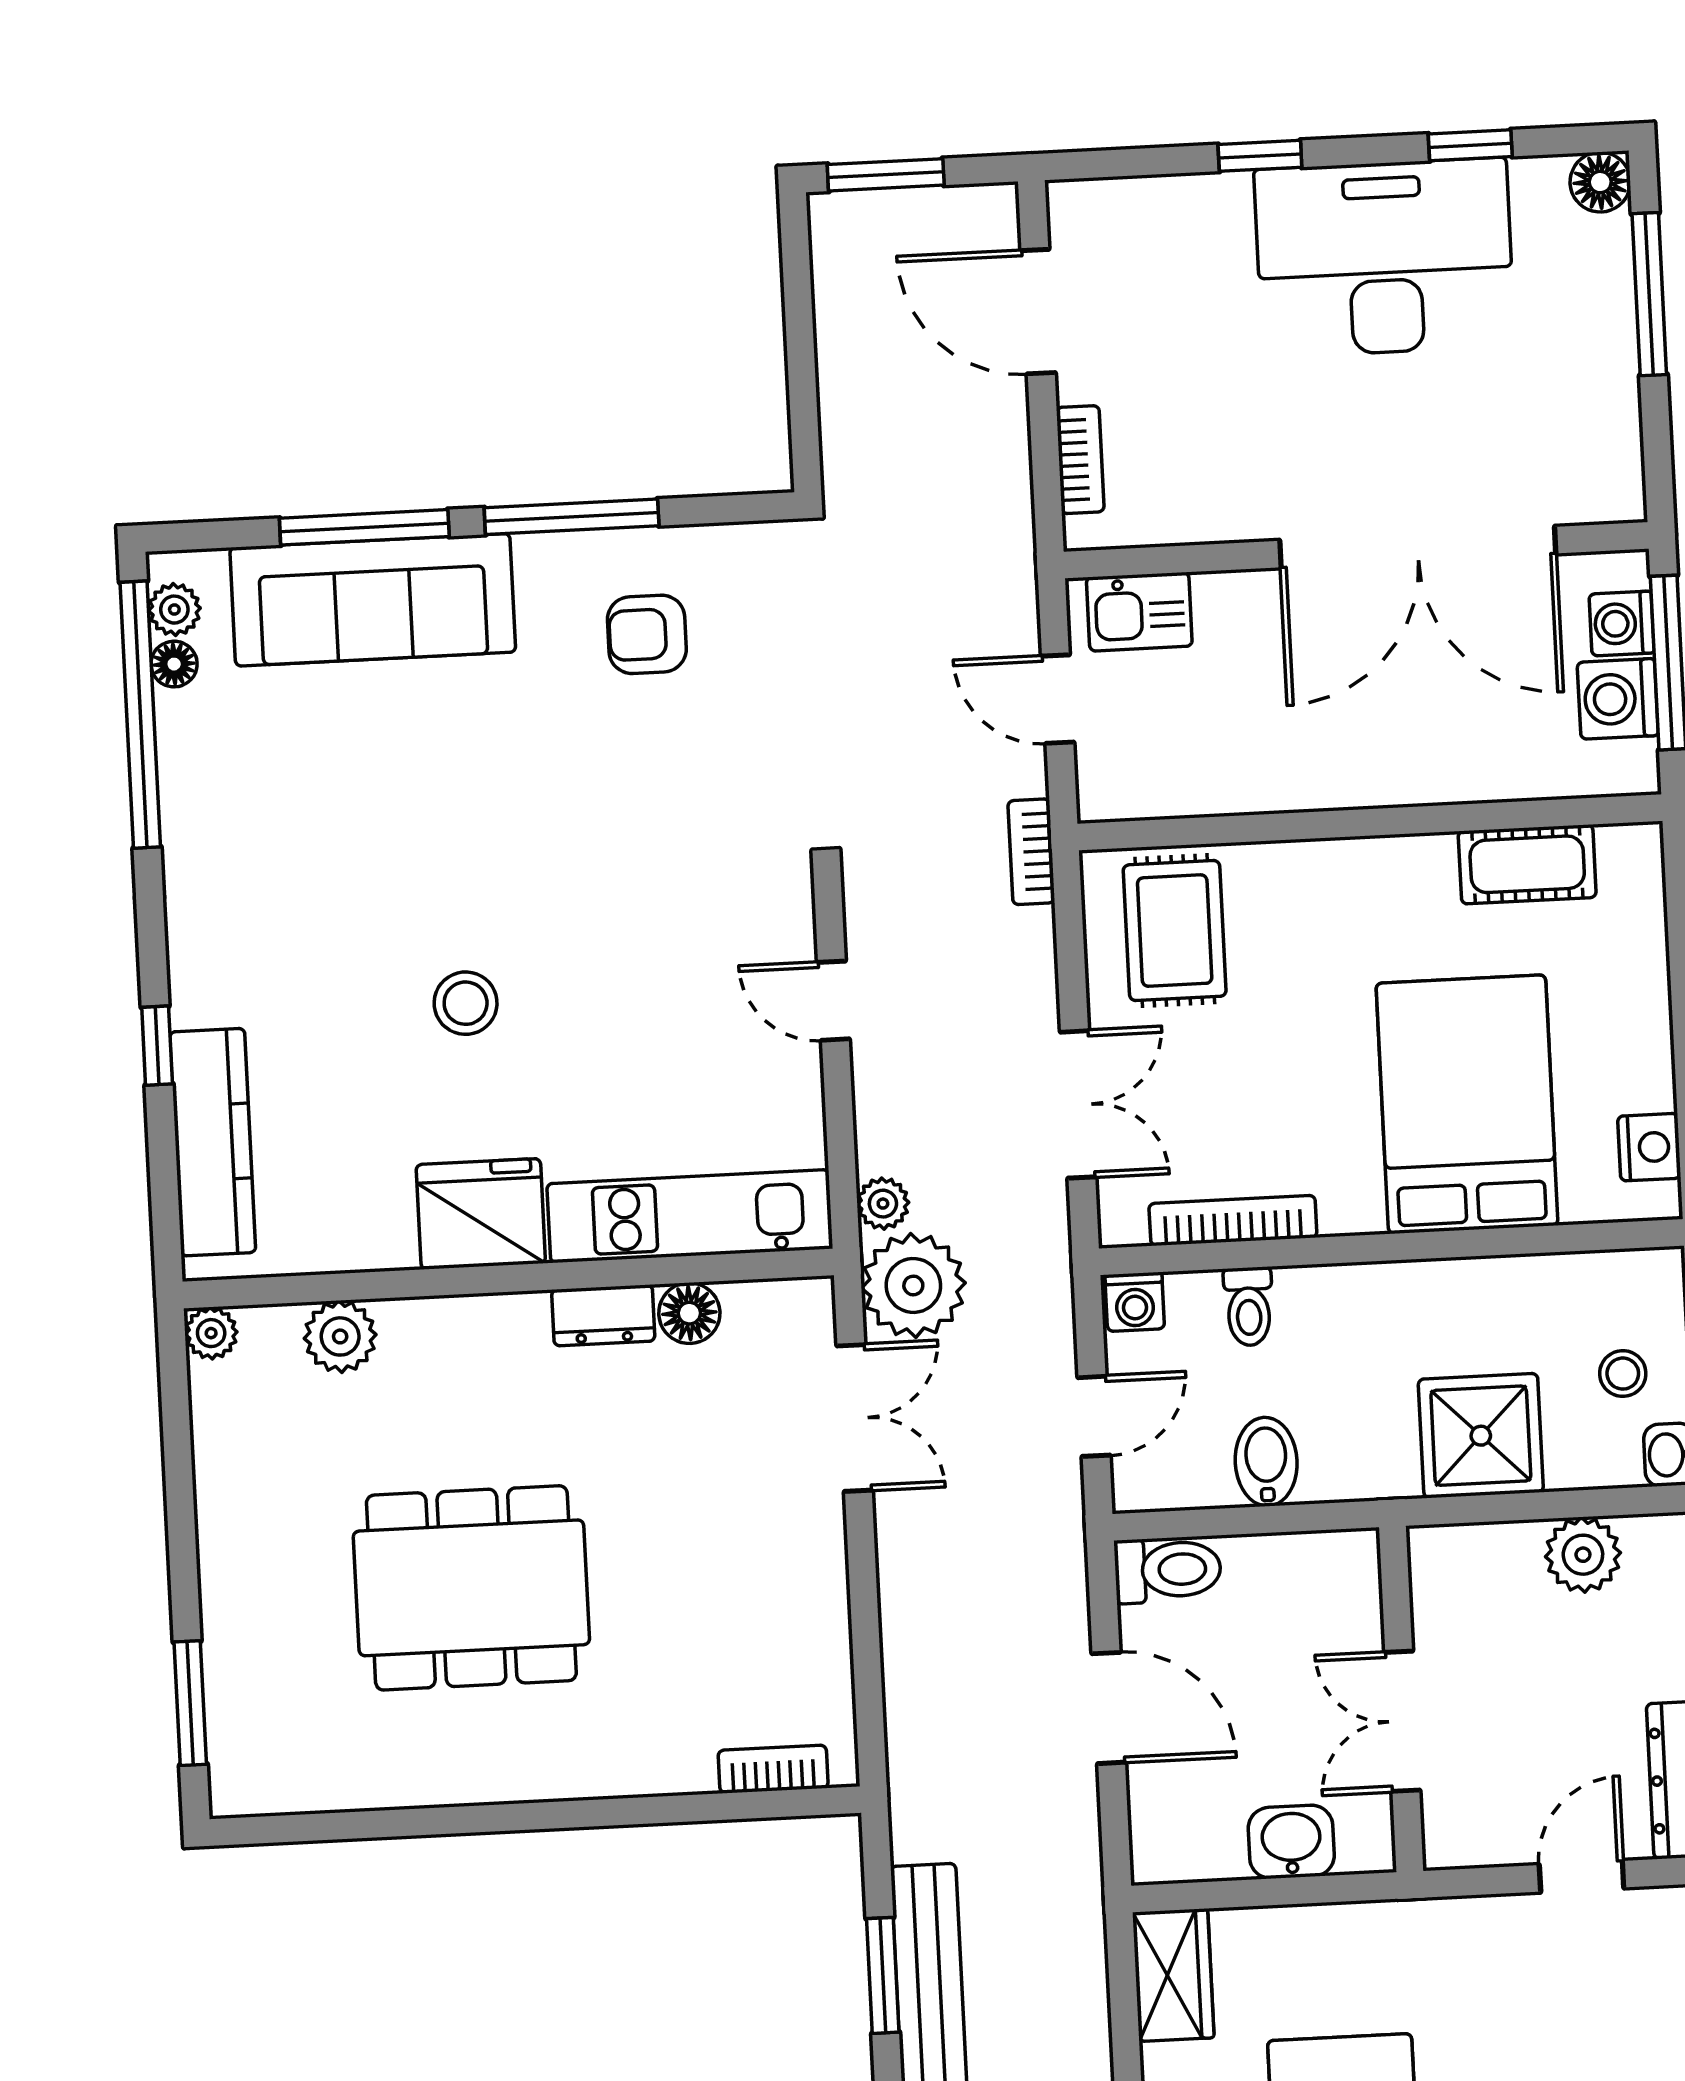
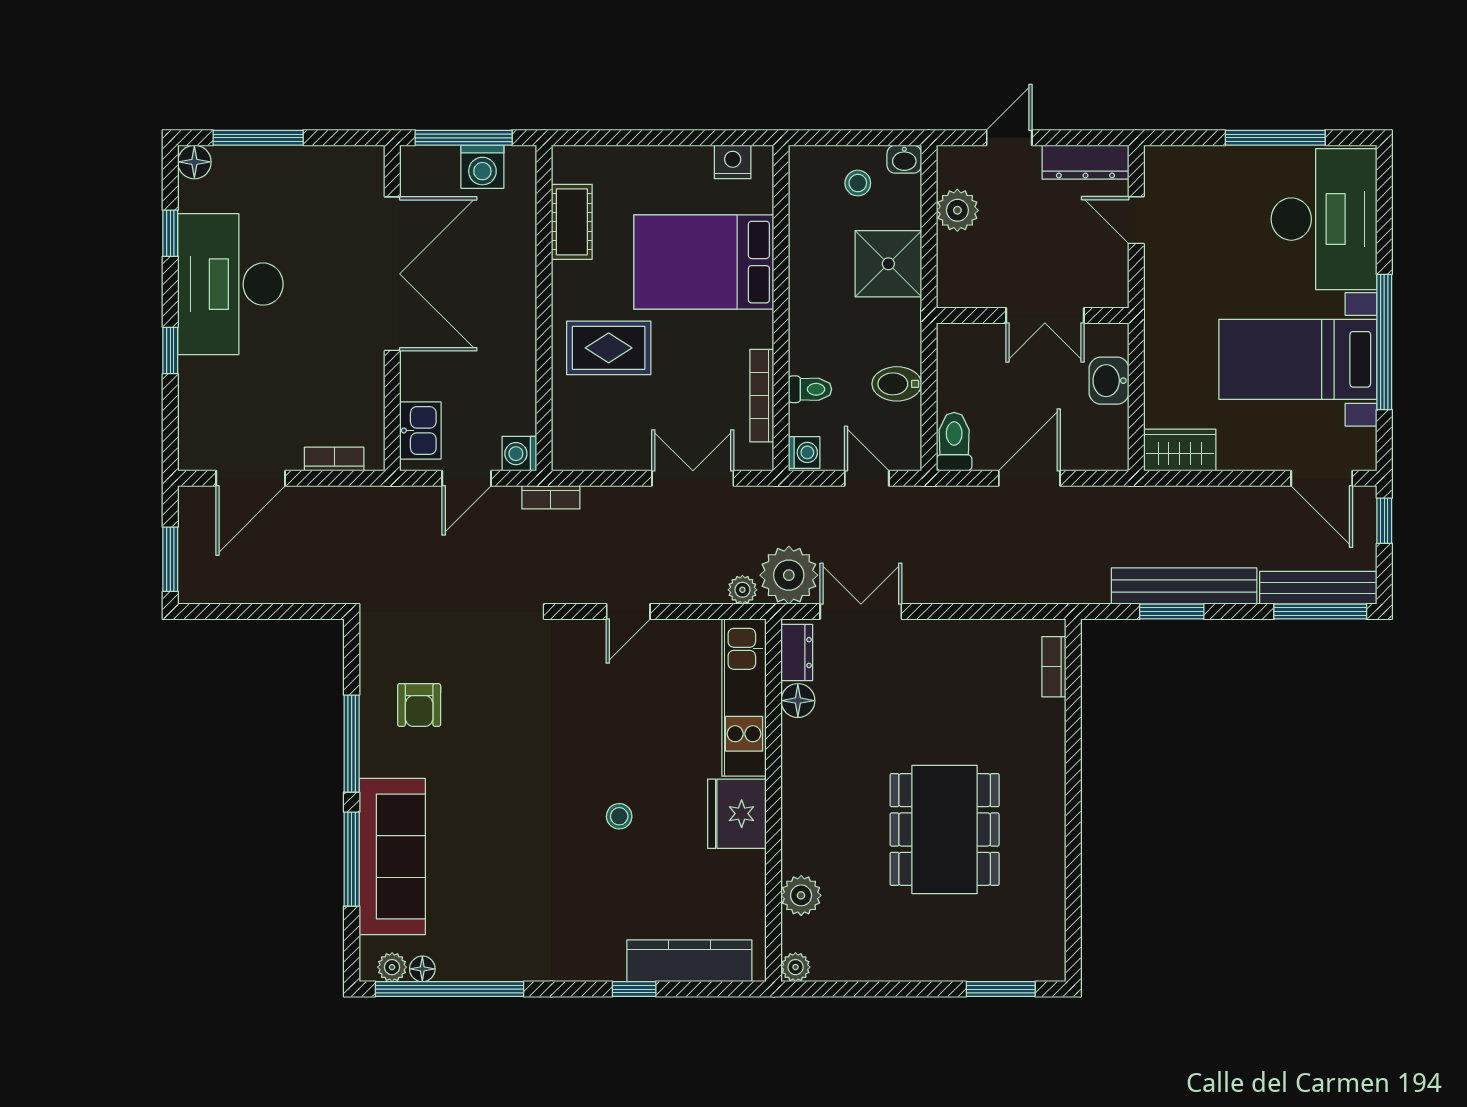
washing machine: (1622, 623) -> (519, 454), moved, turned 90
rug: (1175, 931) -> (609, 348), moved
stool: (466, 1003) -> (619, 816), width x0.73, depth x0.73
dresser: (603, 1315) -> (797, 653), moved

